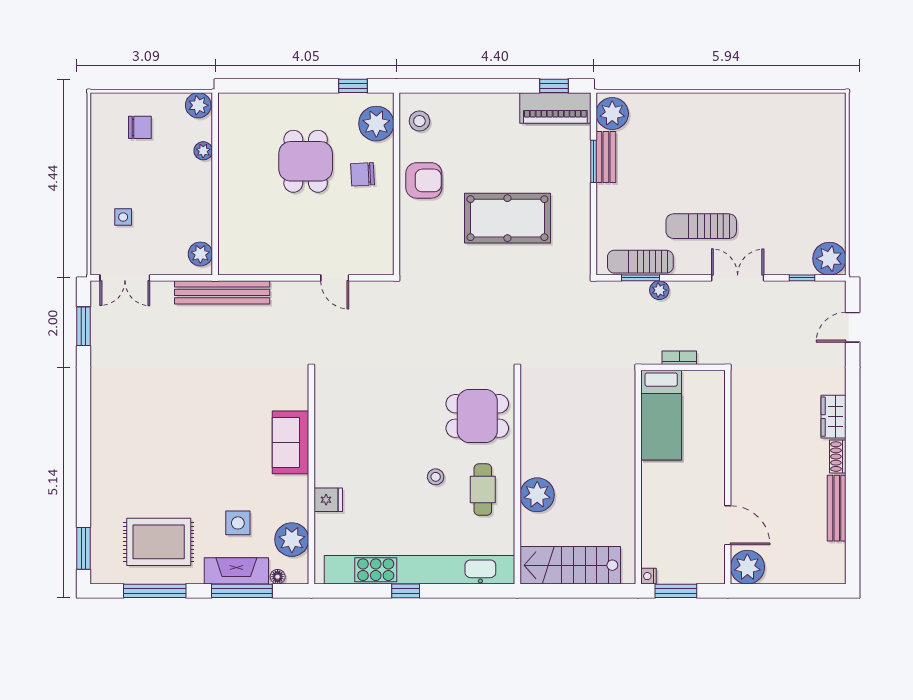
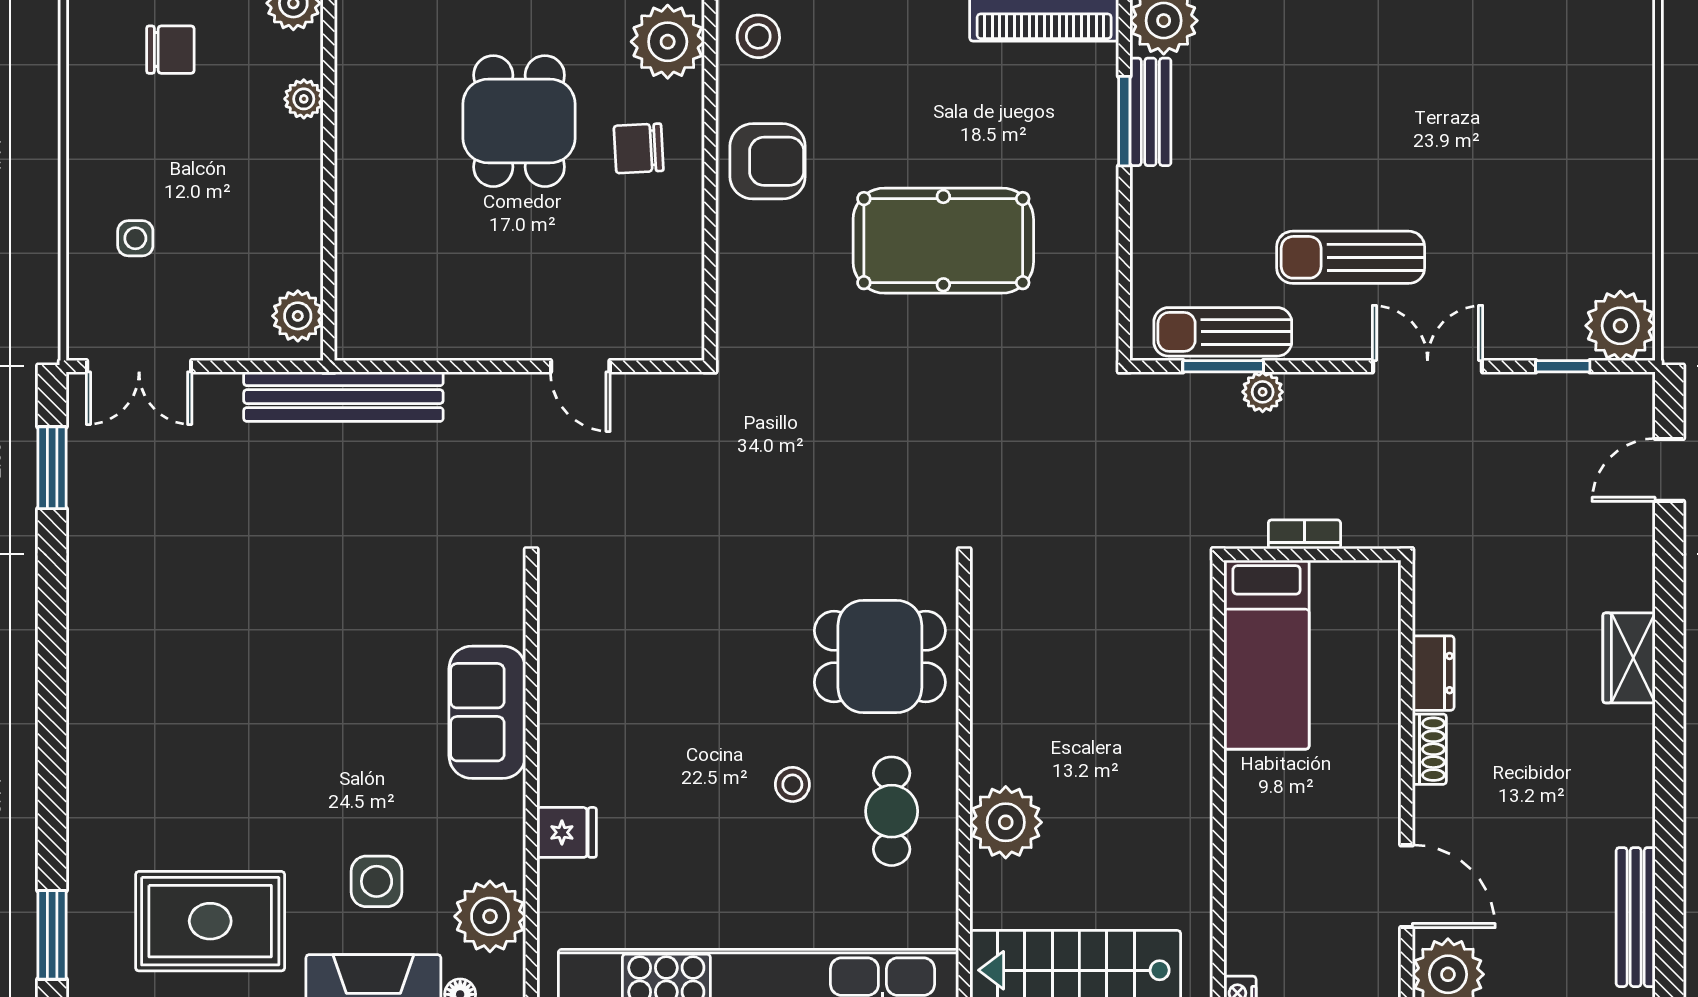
dresser: (740, 424) -> (1433, 673), added
shoe rack: (838, 457) -> (1429, 749), moved, turned 180
bench: (837, 508) -> (1636, 917), moved

